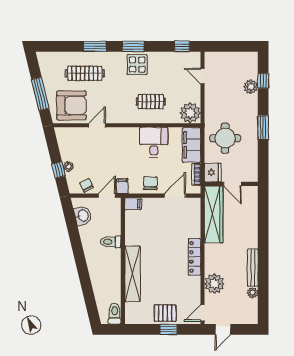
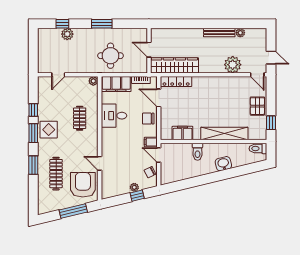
window: (182, 46) -> (33, 110), moved
plant: (190, 113) -> (93, 81), width x0.53, depth x0.53
fridge: (213, 172) -> (139, 66), removed
door: (232, 184) -> (149, 50), swing flipped
filing cabinet: (133, 204) -> (182, 133), moved, width x2.00
washbasin: (83, 216) -> (223, 164), moved
locker: (194, 257) -> (176, 81), moved
window: (169, 329) -> (271, 123), moved

